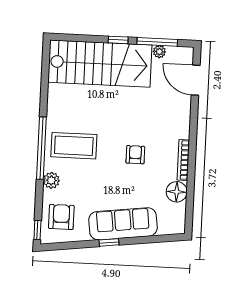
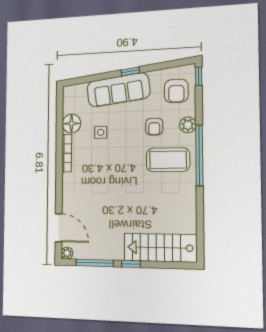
plant: (159, 52) -> (67, 253), moved
stairs: (100, 64) -> (160, 248), width x0.73, depth x0.66
armchair: (135, 155) -> (154, 127), moved
side table: (144, 180) -> (101, 132), added

